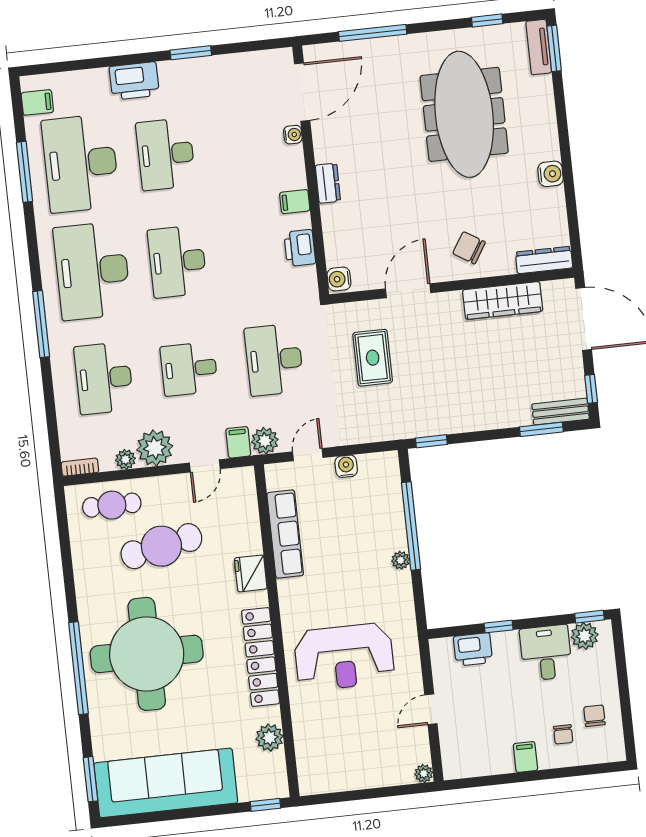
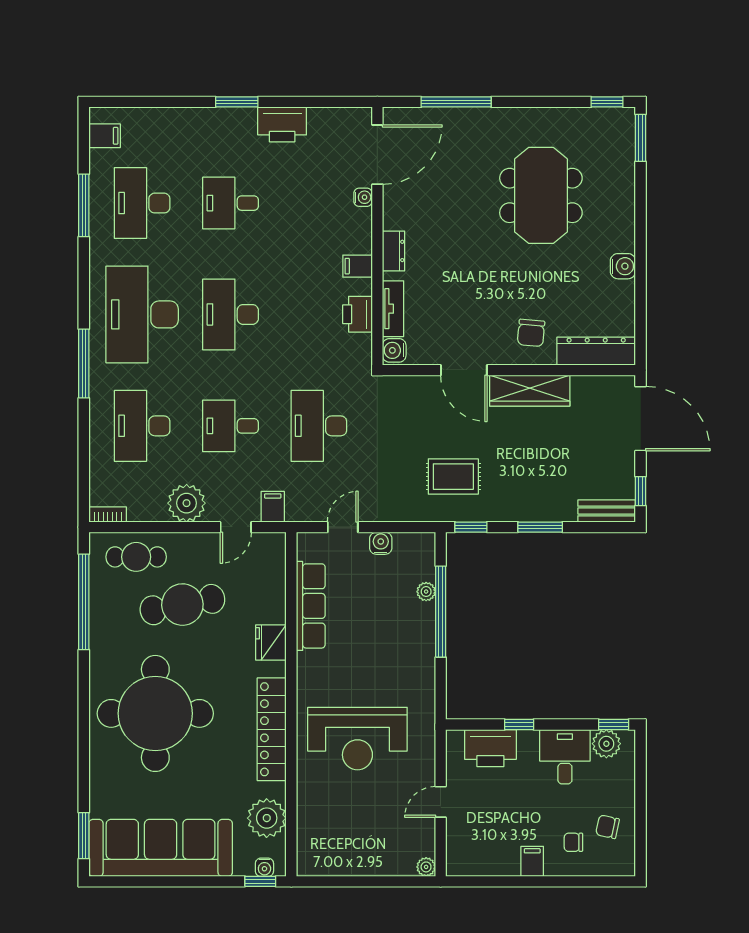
window: (487, 21) -> (607, 102), moved
tv unit: (539, 47) -> (393, 309), moved, turned 180
window: (191, 53) -> (237, 102), moved
printer: (134, 81) -> (282, 124), moved
meeting table: (464, 114) -> (541, 195), width x0.73
desk: (166, 154) -> (231, 203), width x0.73
desk: (81, 163) -> (142, 203), width x0.73, depth x0.77
chair: (469, 248) -> (531, 333), turned -117
dresser: (544, 260) -> (596, 351), width x1.37, depth x1.24
door: (408, 291) -> (464, 370), swing flipped
wardrobe: (503, 301) -> (530, 391), moved
rug: (373, 358) -> (453, 477), moved, turned 90
window: (541, 429) -> (540, 527), moved
plant: (265, 441) -> (300, 508), removed
plant: (125, 459) -> (155, 512), removed
plant: (401, 560) -> (426, 592), moved
printer: (473, 649) -> (490, 748), width x1.37, depth x1.19
window: (78, 668) -> (84, 602), moved
chair: (594, 716) -> (608, 827), turned -78
chair: (563, 734) -> (573, 842), turned 90
plant: (269, 738) -> (267, 818), width x1.36, depth x1.36
water cooler: (268, 791) -> (264, 867), added

